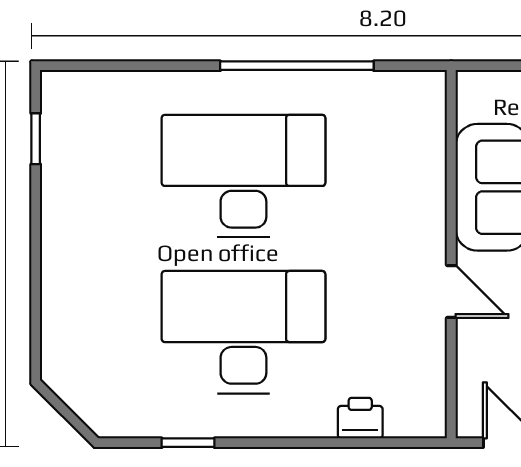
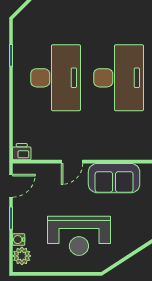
printer: (360, 418) -> (22, 152), moved, turned -90

